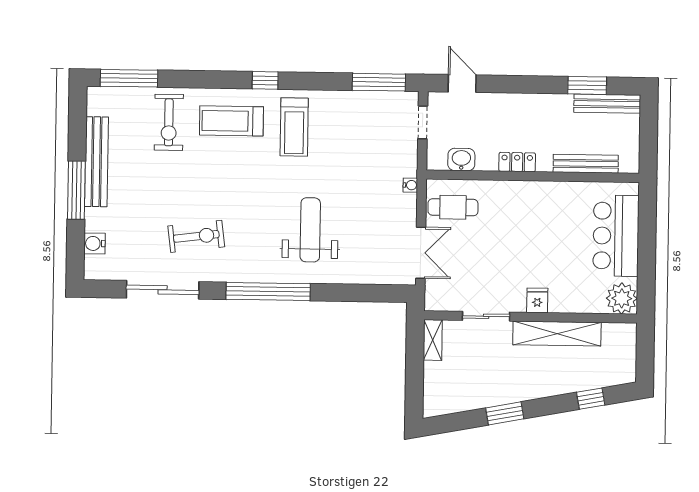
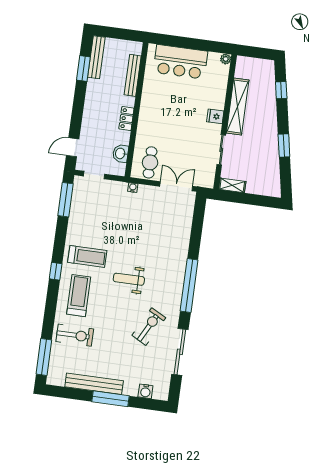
treadmill: (231, 121) -> (79, 296), turned 180
weight bench: (310, 230) -> (129, 279), moved, width x0.73, depth x0.75
exercise bike: (196, 236) -> (149, 327), turned 35
plant: (622, 298) -> (226, 59), width x0.53, depth x0.53

